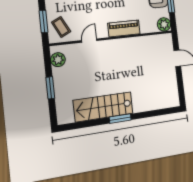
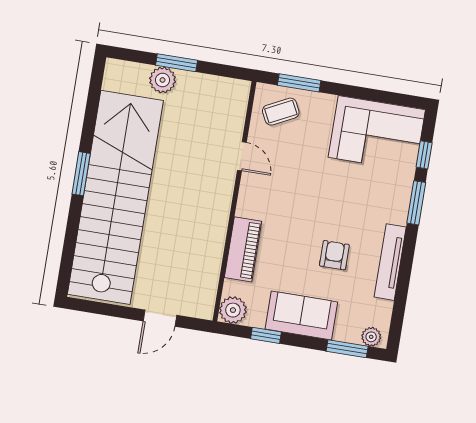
piano: (124, 28) -> (243, 249), moved
plant: (58, 60) -> (163, 80), moved
stairs: (103, 107) -> (115, 197), width x1.86, depth x1.51

